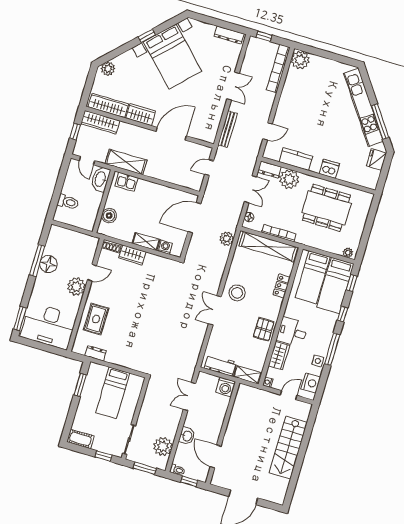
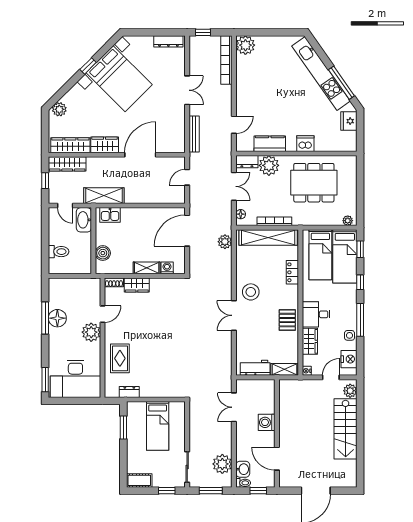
washing machine: (226, 387) -> (267, 422), moved, turned 90
plant: (303, 413) -> (350, 391), added
washbasin: (187, 436) -> (243, 469), moved

